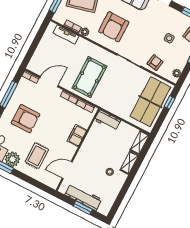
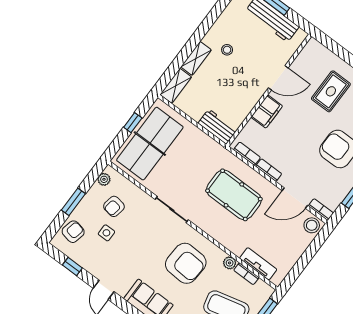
armchair: (114, 27) -> (186, 263), turned 93
armchair: (155, 63) -> (114, 206), moved
stool: (35, 66) -> (312, 225), added
pool table: (89, 77) -> (234, 195), turned 90
window: (170, 102) -> (133, 123), moved
door: (67, 170) -> (278, 78), moved

